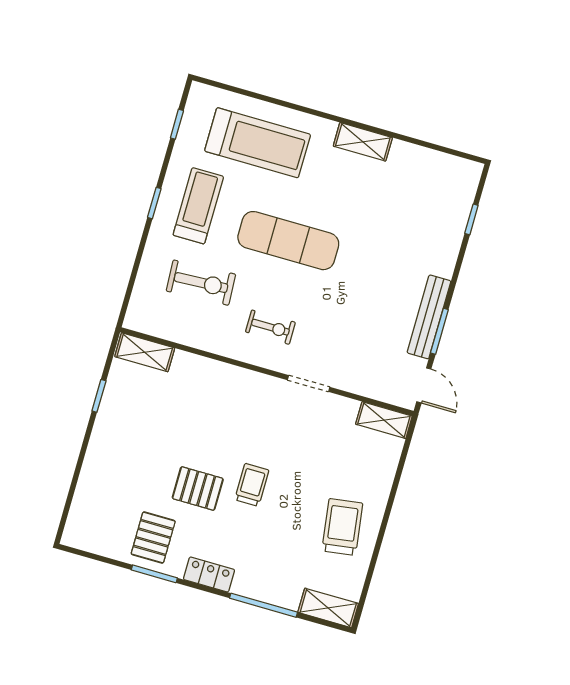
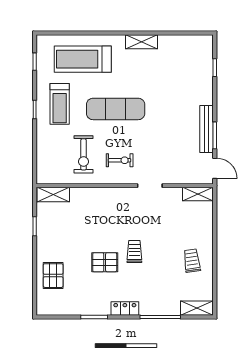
treadmill: (258, 143) -> (83, 59), turned 180
treadmill: (198, 206) -> (60, 104), turned 180
exercise bike: (201, 283) -> (84, 154), moved, turned 93
trolley: (342, 527) -> (192, 261), width x0.73, depth x0.72
pallet: (153, 537) -> (53, 276), moved

